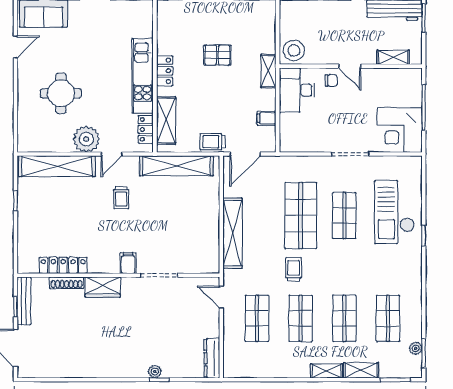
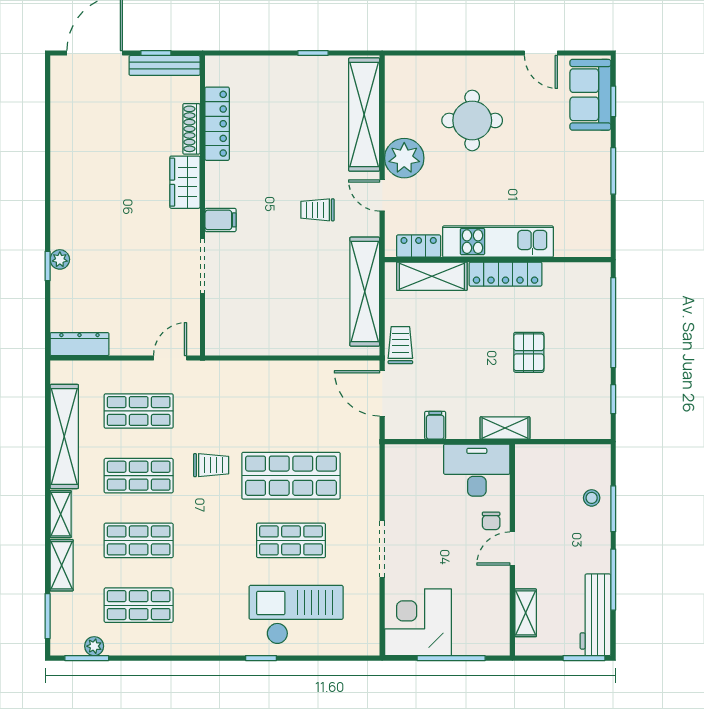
stool: (294, 50) -> (592, 498), moved, width x0.53, depth x0.53
locker: (165, 71) -> (506, 274), width x1.53
shelving: (232, 233) -> (64, 436), moved, turned 90

